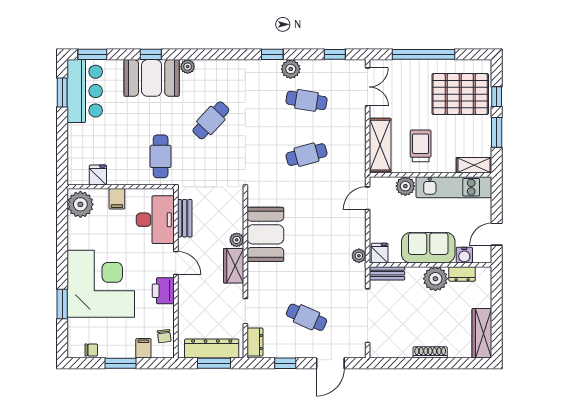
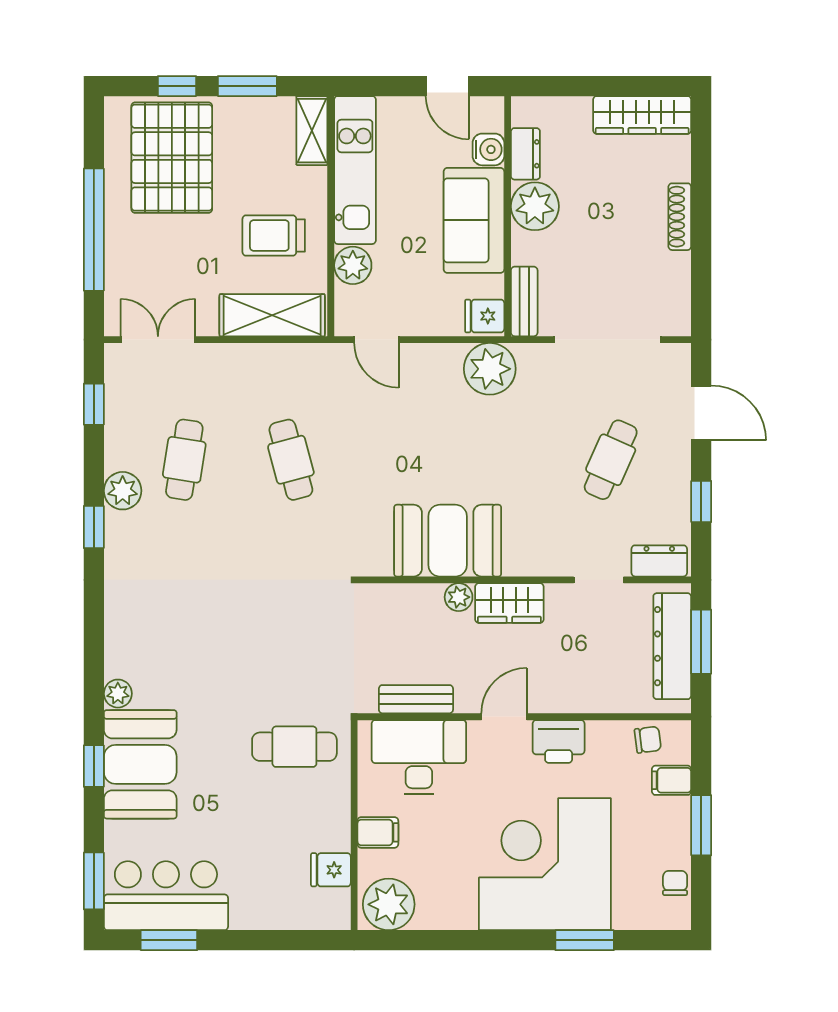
cafe table: (211, 120) -> (224, 648), removed
plant: (359, 256) -> (490, 369), width x1.87, depth x1.87

